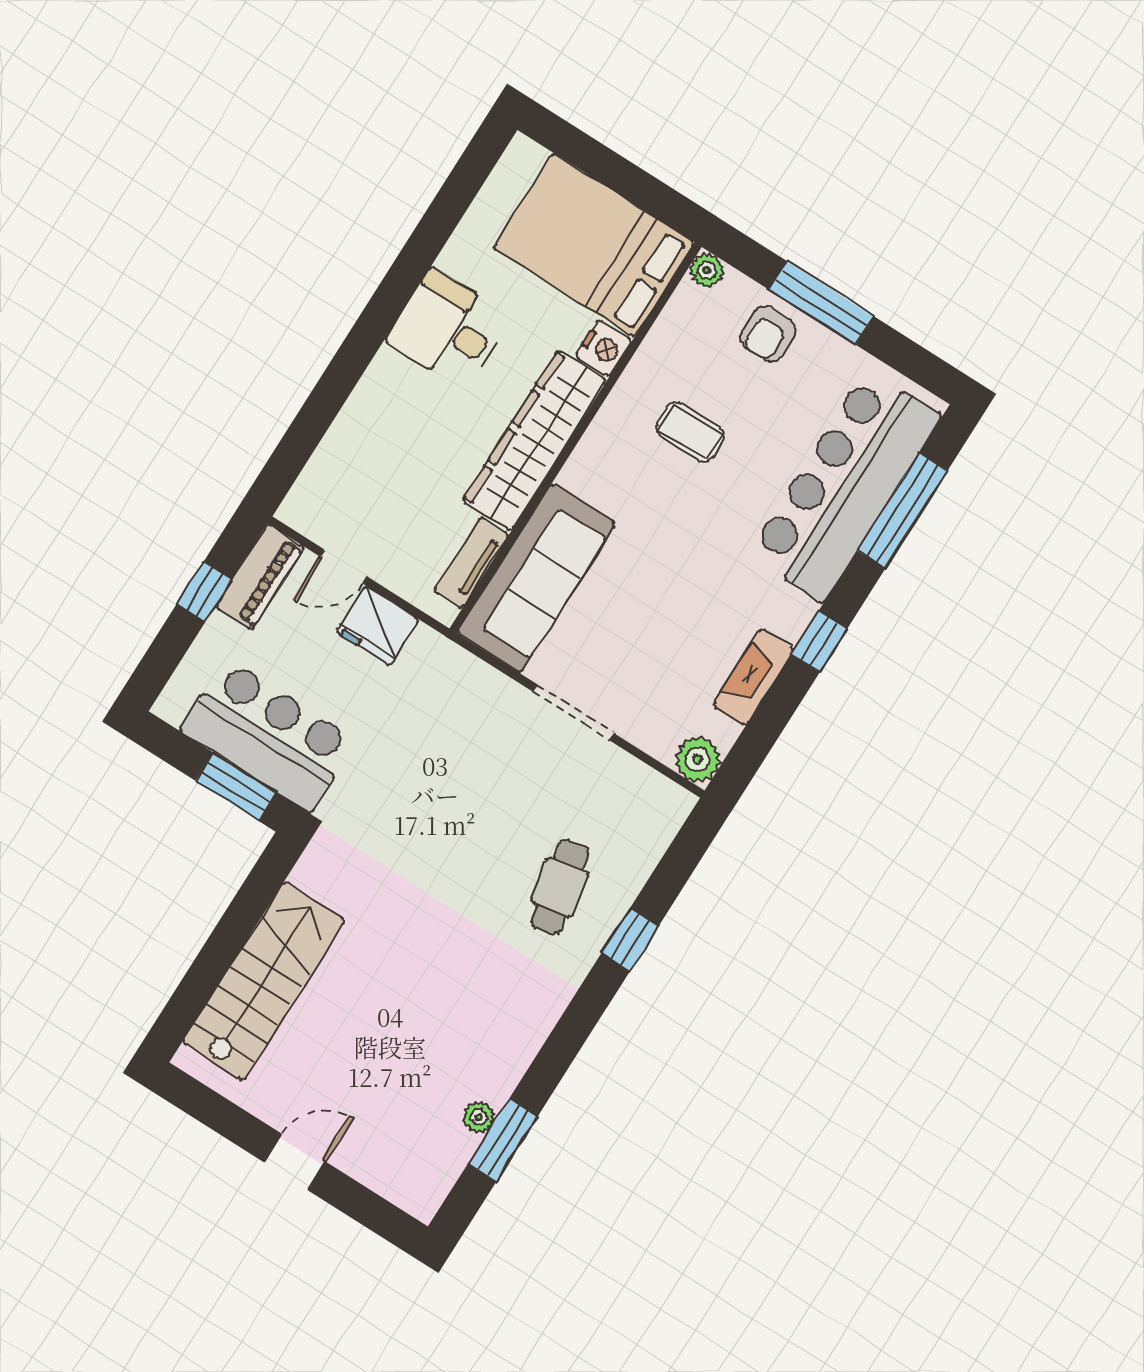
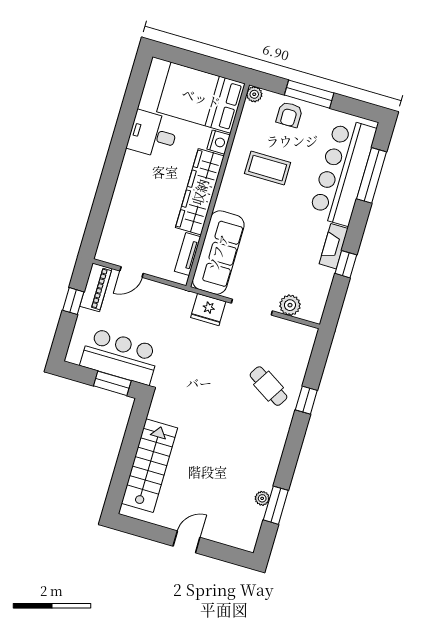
desk: (448, 329) -> (153, 135), moved
coffee table: (690, 432) -> (268, 168), width x1.36, depth x1.30
fridge: (378, 626) -> (208, 310), moved
window: (819, 641) -> (346, 264), moved
fireplace: (754, 677) -> (334, 246), moved
plant: (698, 759) -> (290, 305), moved
cafe table: (560, 887) -> (268, 386), turned -46

